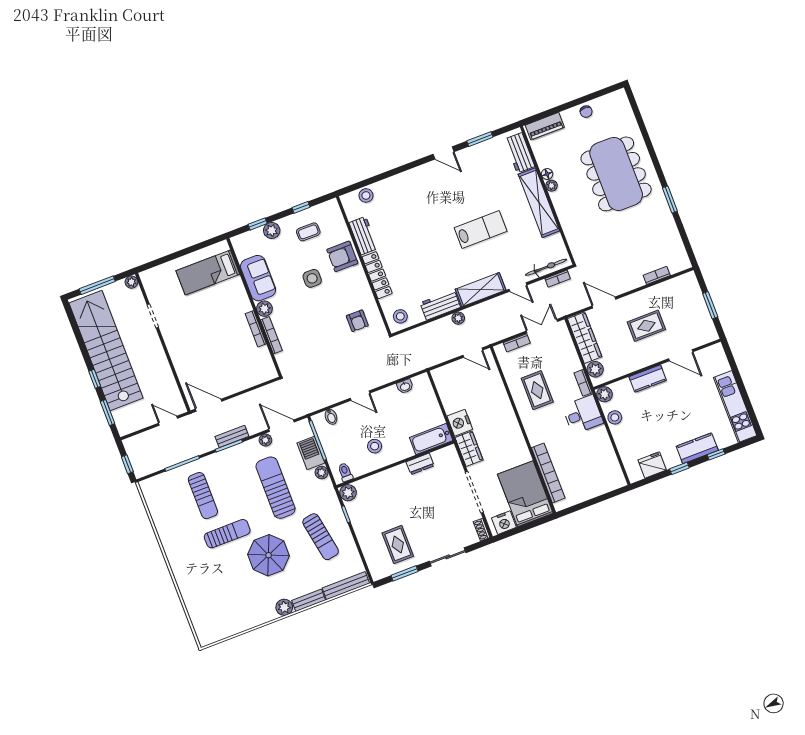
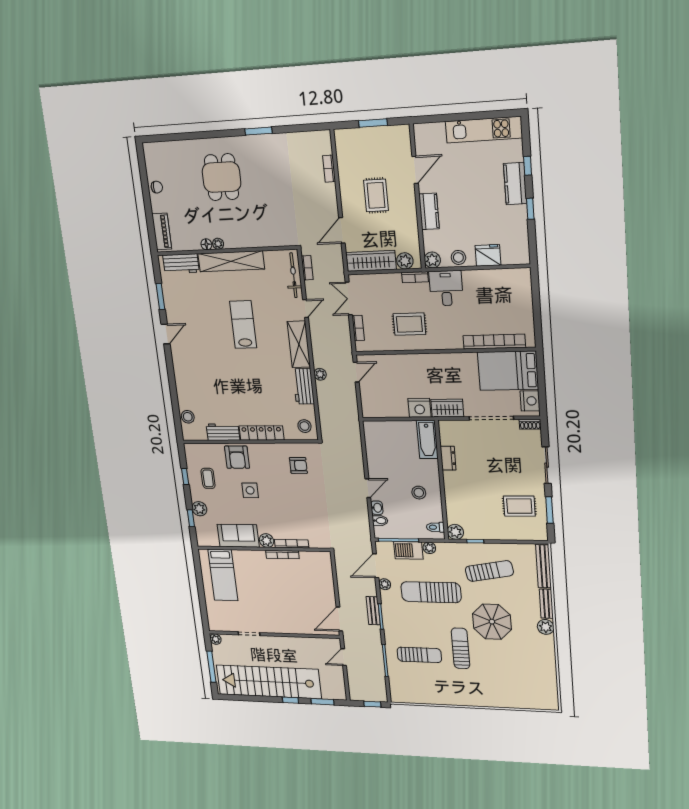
dining table: (616, 174) -> (222, 177), width x0.53, depth x0.80
washbasin: (405, 386) -> (377, 508), moved
fridge: (652, 465) -> (488, 255), moved, turned 90

